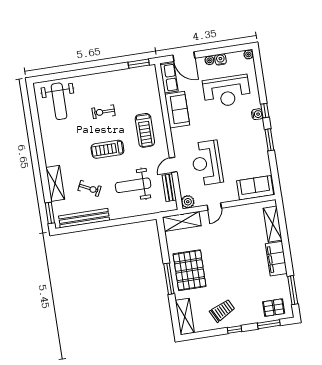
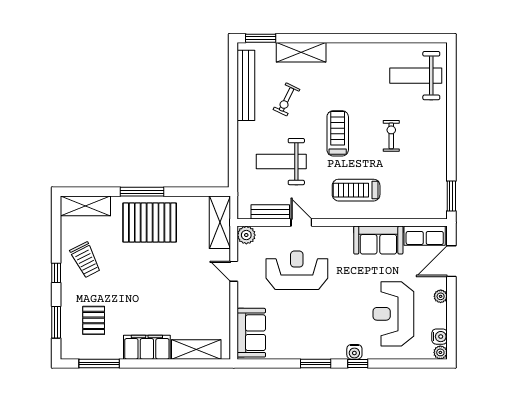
water cooler: (220, 59) -> (440, 337), moved
weight bench: (133, 185) -> (281, 162), turned -90
pallet: (274, 308) -> (94, 320), moved

